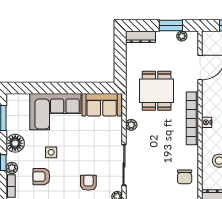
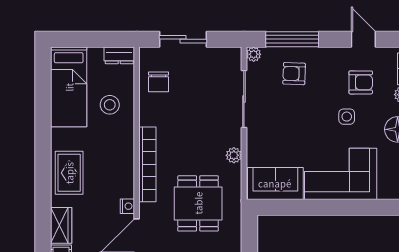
nightstand: (207, 122) -> (127, 206), moved
chair: (185, 177) -> (158, 82), turned 180
armchair: (88, 183) -> (294, 74), turned 92

